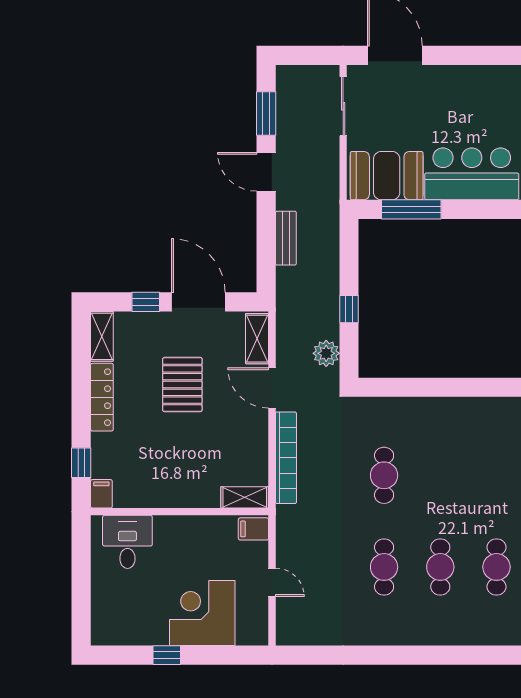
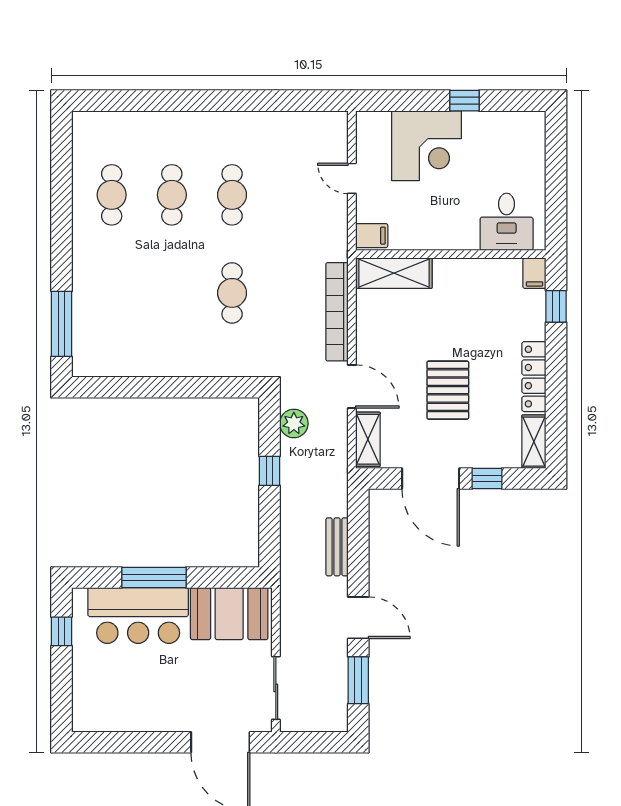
window: (411, 209) -> (154, 577), moved
shelving: (245, 497) -> (394, 273), width x1.50, depth x1.33

